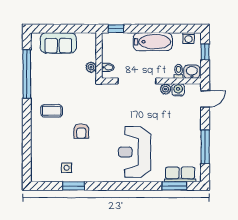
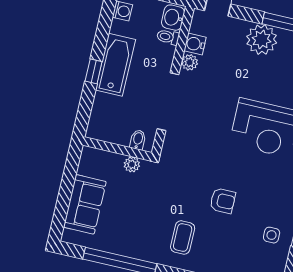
window: (116, 29) -> (94, 71), moved
plant: (191, 132) -> (262, 40), added

